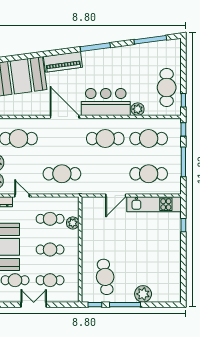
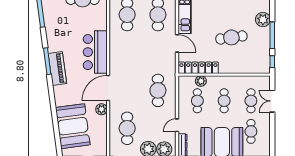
piano: (63, 62) -> (57, 69), moved
plant: (138, 109) -> (101, 109), moved
cafe table: (105, 139) -> (127, 53), removed
locker: (88, 220) -> (198, 68), added
cafe table: (105, 277) -> (231, 37), moved
double door: (34, 305) -> (272, 101), moved

